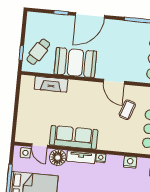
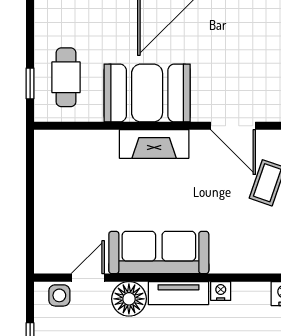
cafe table: (38, 52) -> (66, 77), turned -33
fireplace: (51, 84) -> (154, 144), moved
door: (39, 146) -> (88, 278), swing flipped

